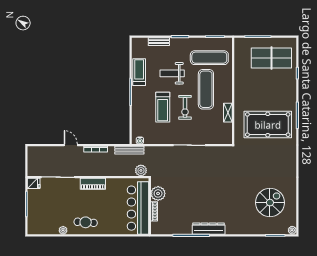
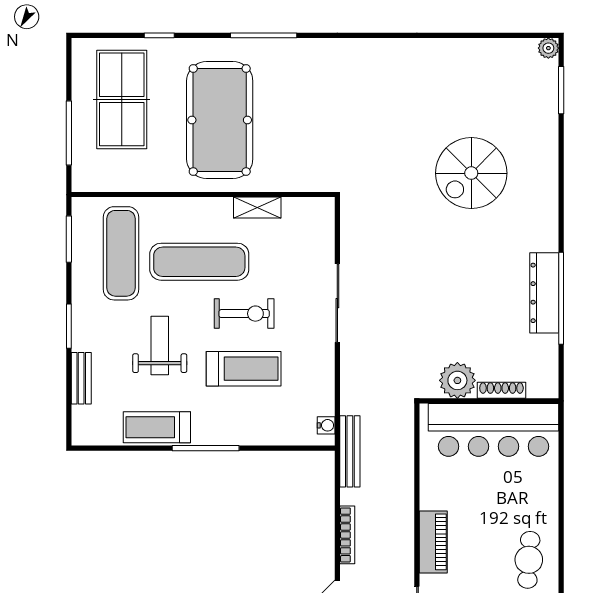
weight bench: (172, 73) -> (160, 345), turned 180
pool table: (268, 125) -> (220, 120), moved
plant: (141, 170) -> (400, 423), removed
spiral stairs: (270, 203) -> (471, 173), moved, turned -90
dresser: (209, 229) -> (544, 293), moved

